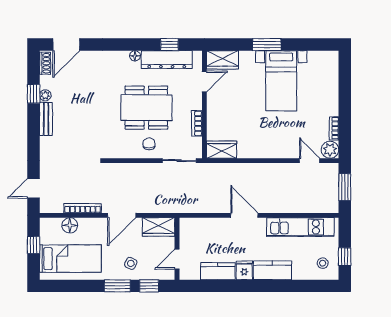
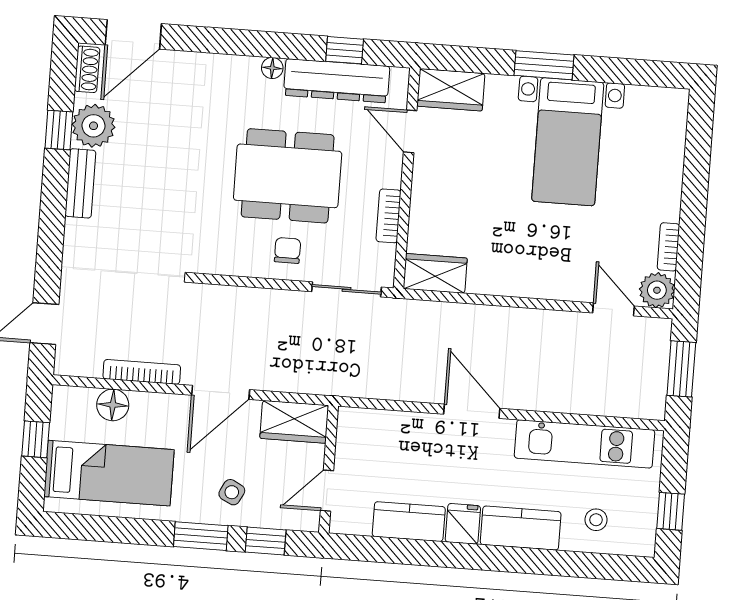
door: (204, 82) -> (410, 131), swing flipped
plant: (45, 95) -> (94, 126), width x1.88, depth x1.88
stool: (323, 263) -> (596, 520), moved

